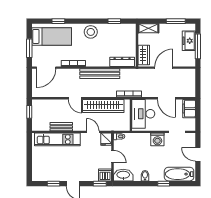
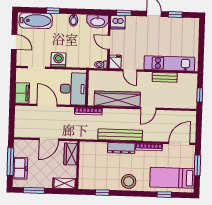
dresser: (122, 62) -> (121, 148), moved
door: (75, 98) -> (148, 108), swing flipped

